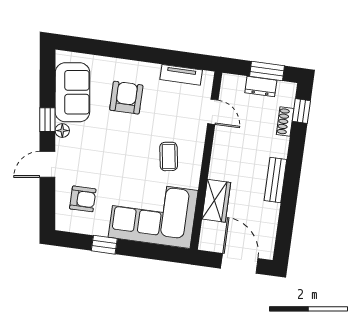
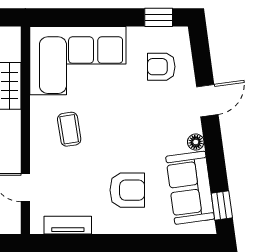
armchair: (126, 98) -> (127, 190), turned -90
window: (47, 120) -> (222, 205), moved
window: (104, 245) -> (159, 17), moved

